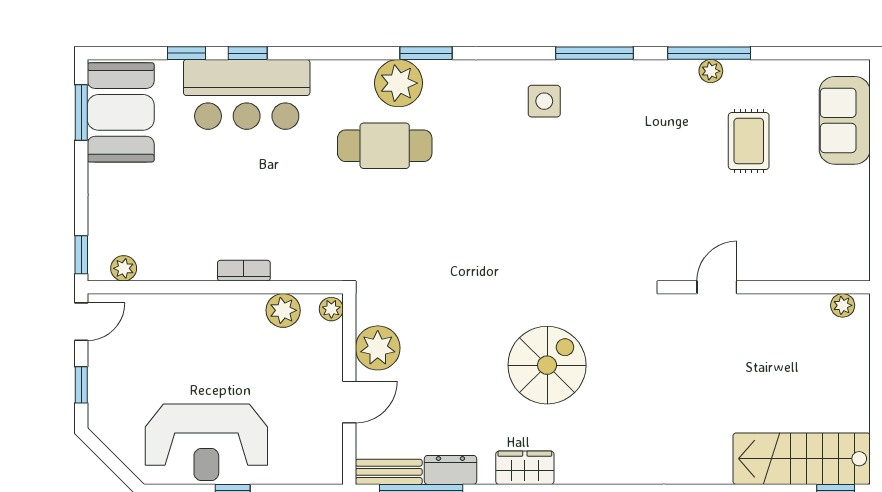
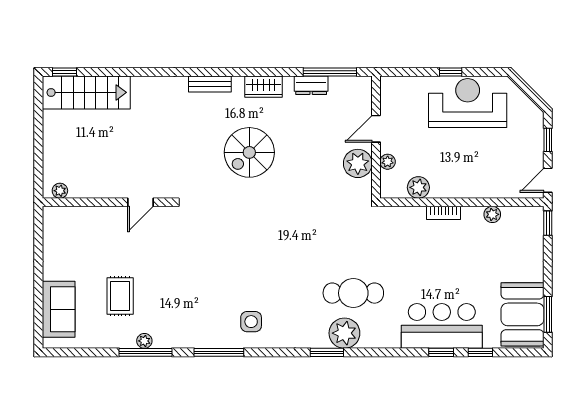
plant: (124, 268) -> (492, 214), moved
plant: (331, 309) -> (388, 162), moved
bench: (389, 472) -> (210, 84), moved

